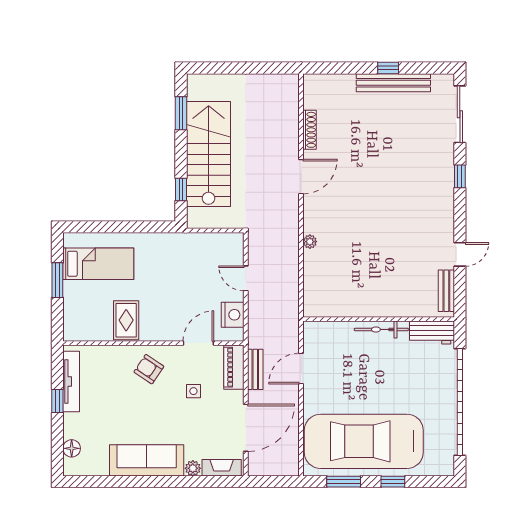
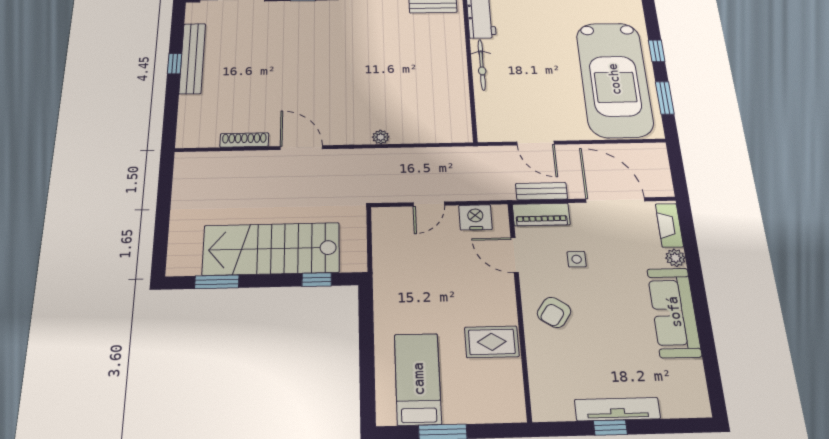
tv unit: (71, 381) -> (617, 409), moved
floor lamp: (72, 448) -> (673, 407), removed

